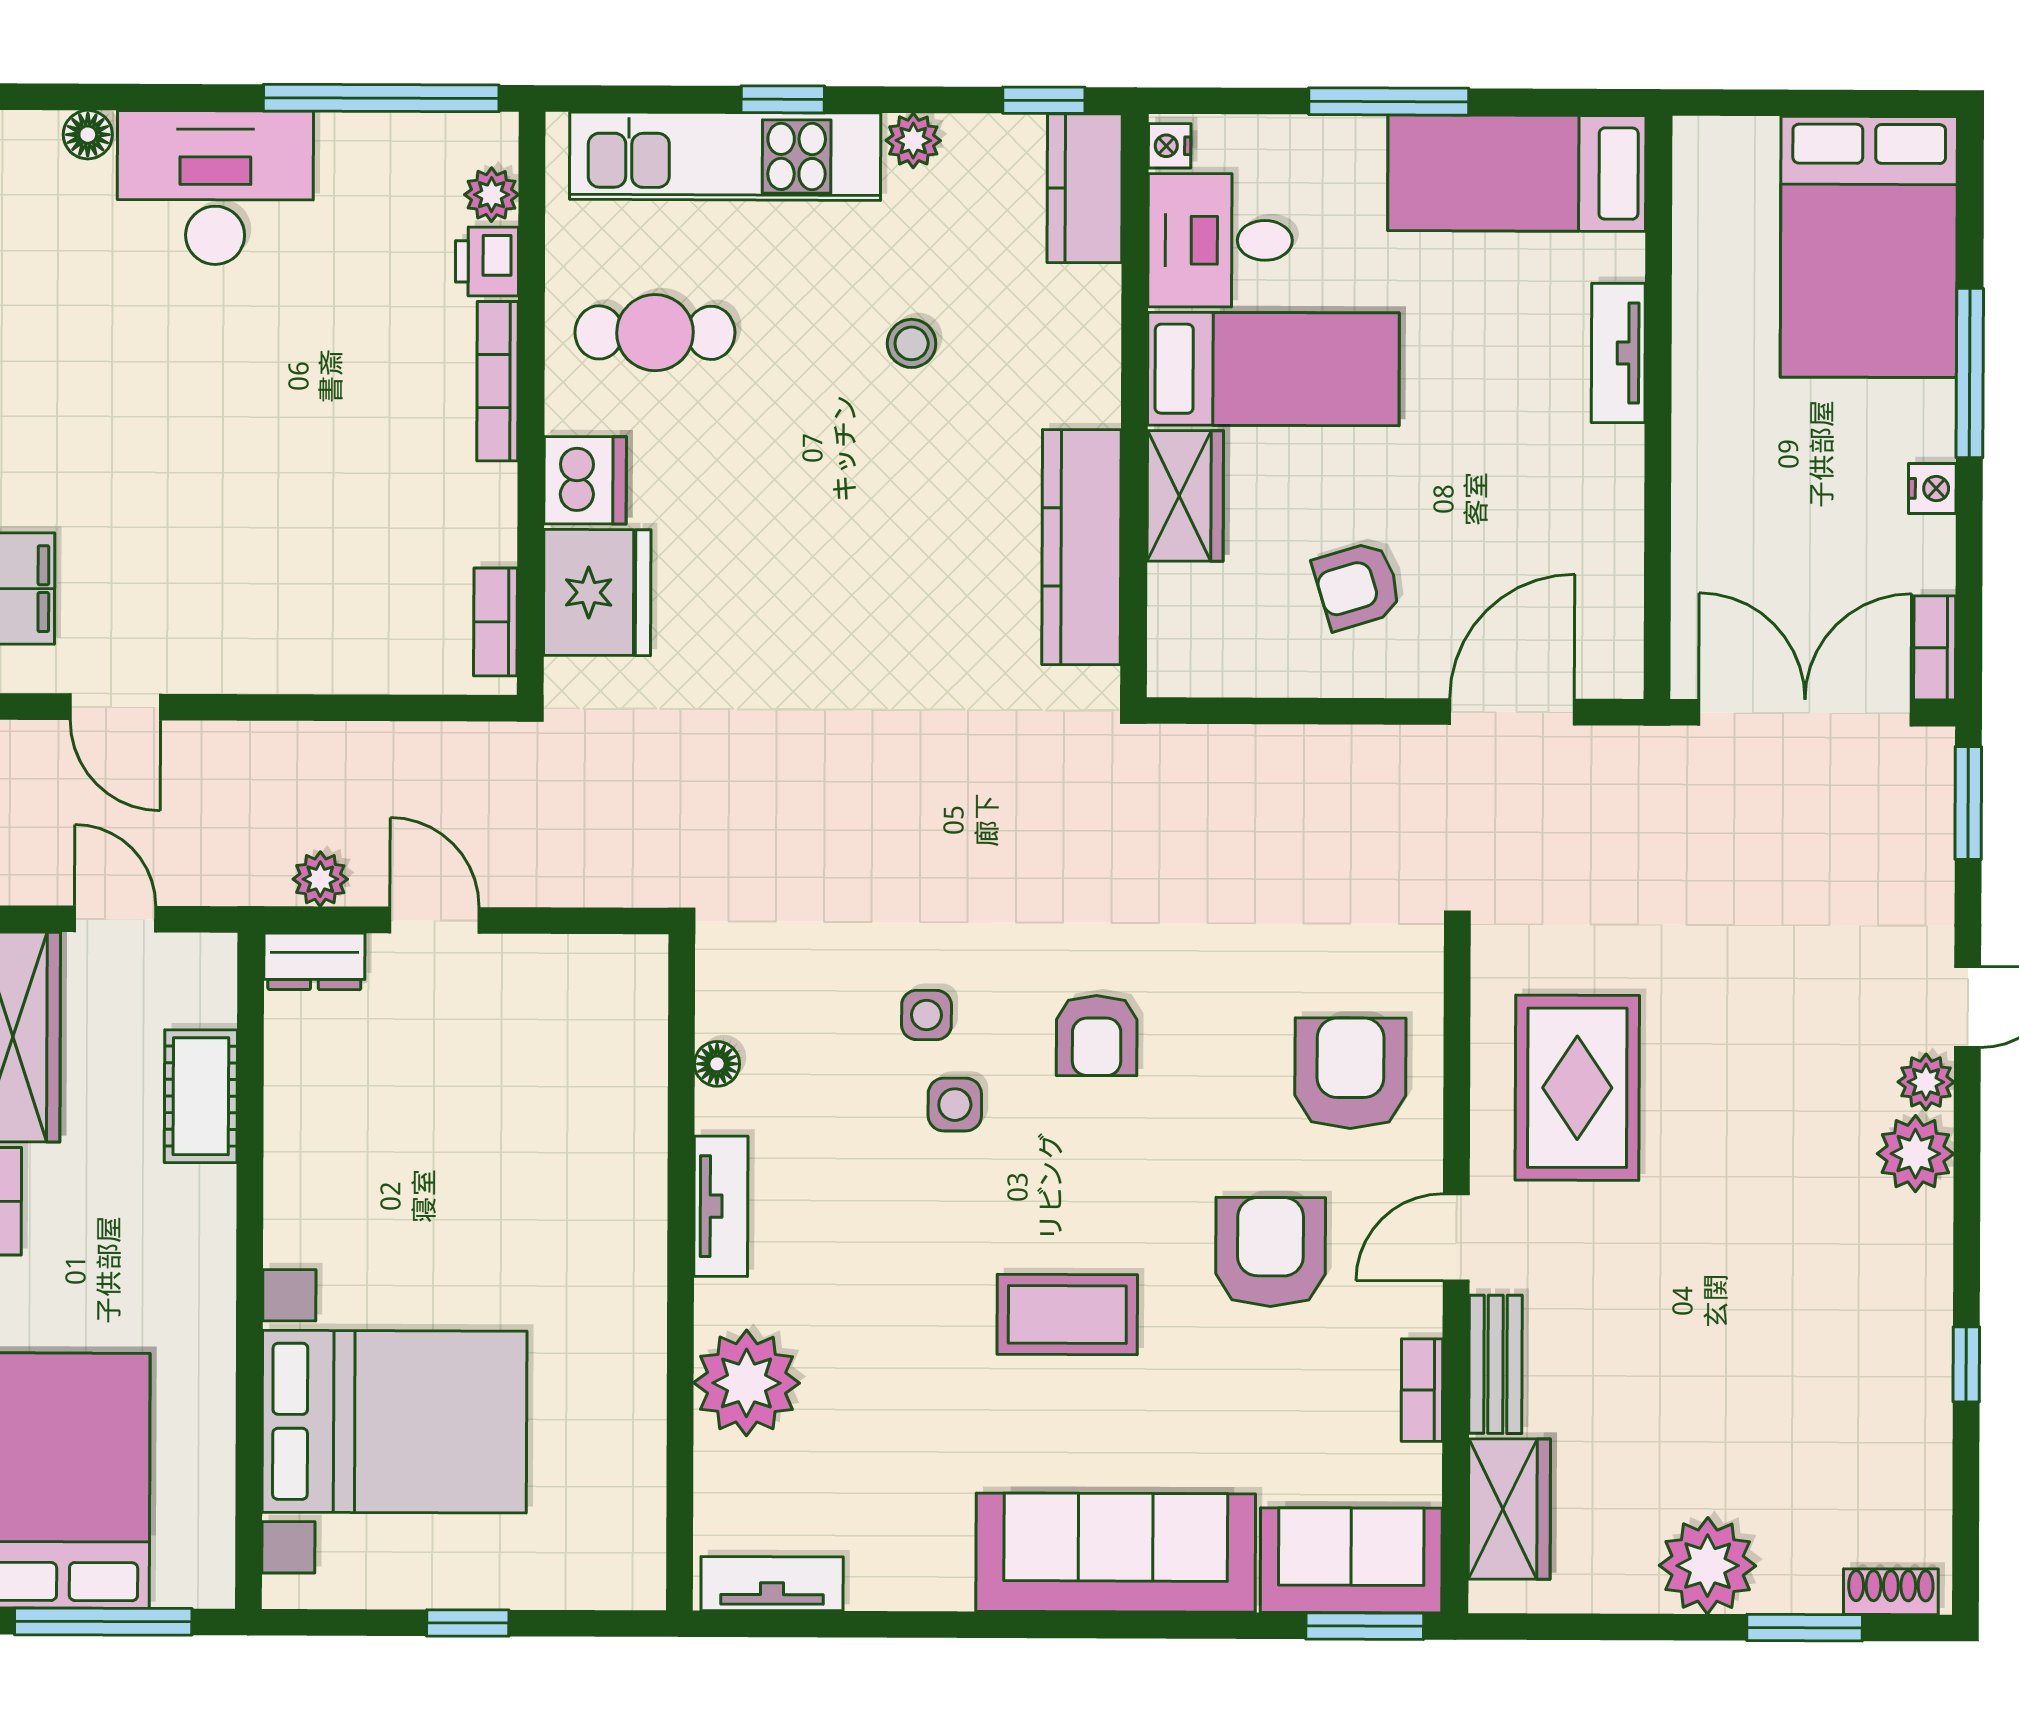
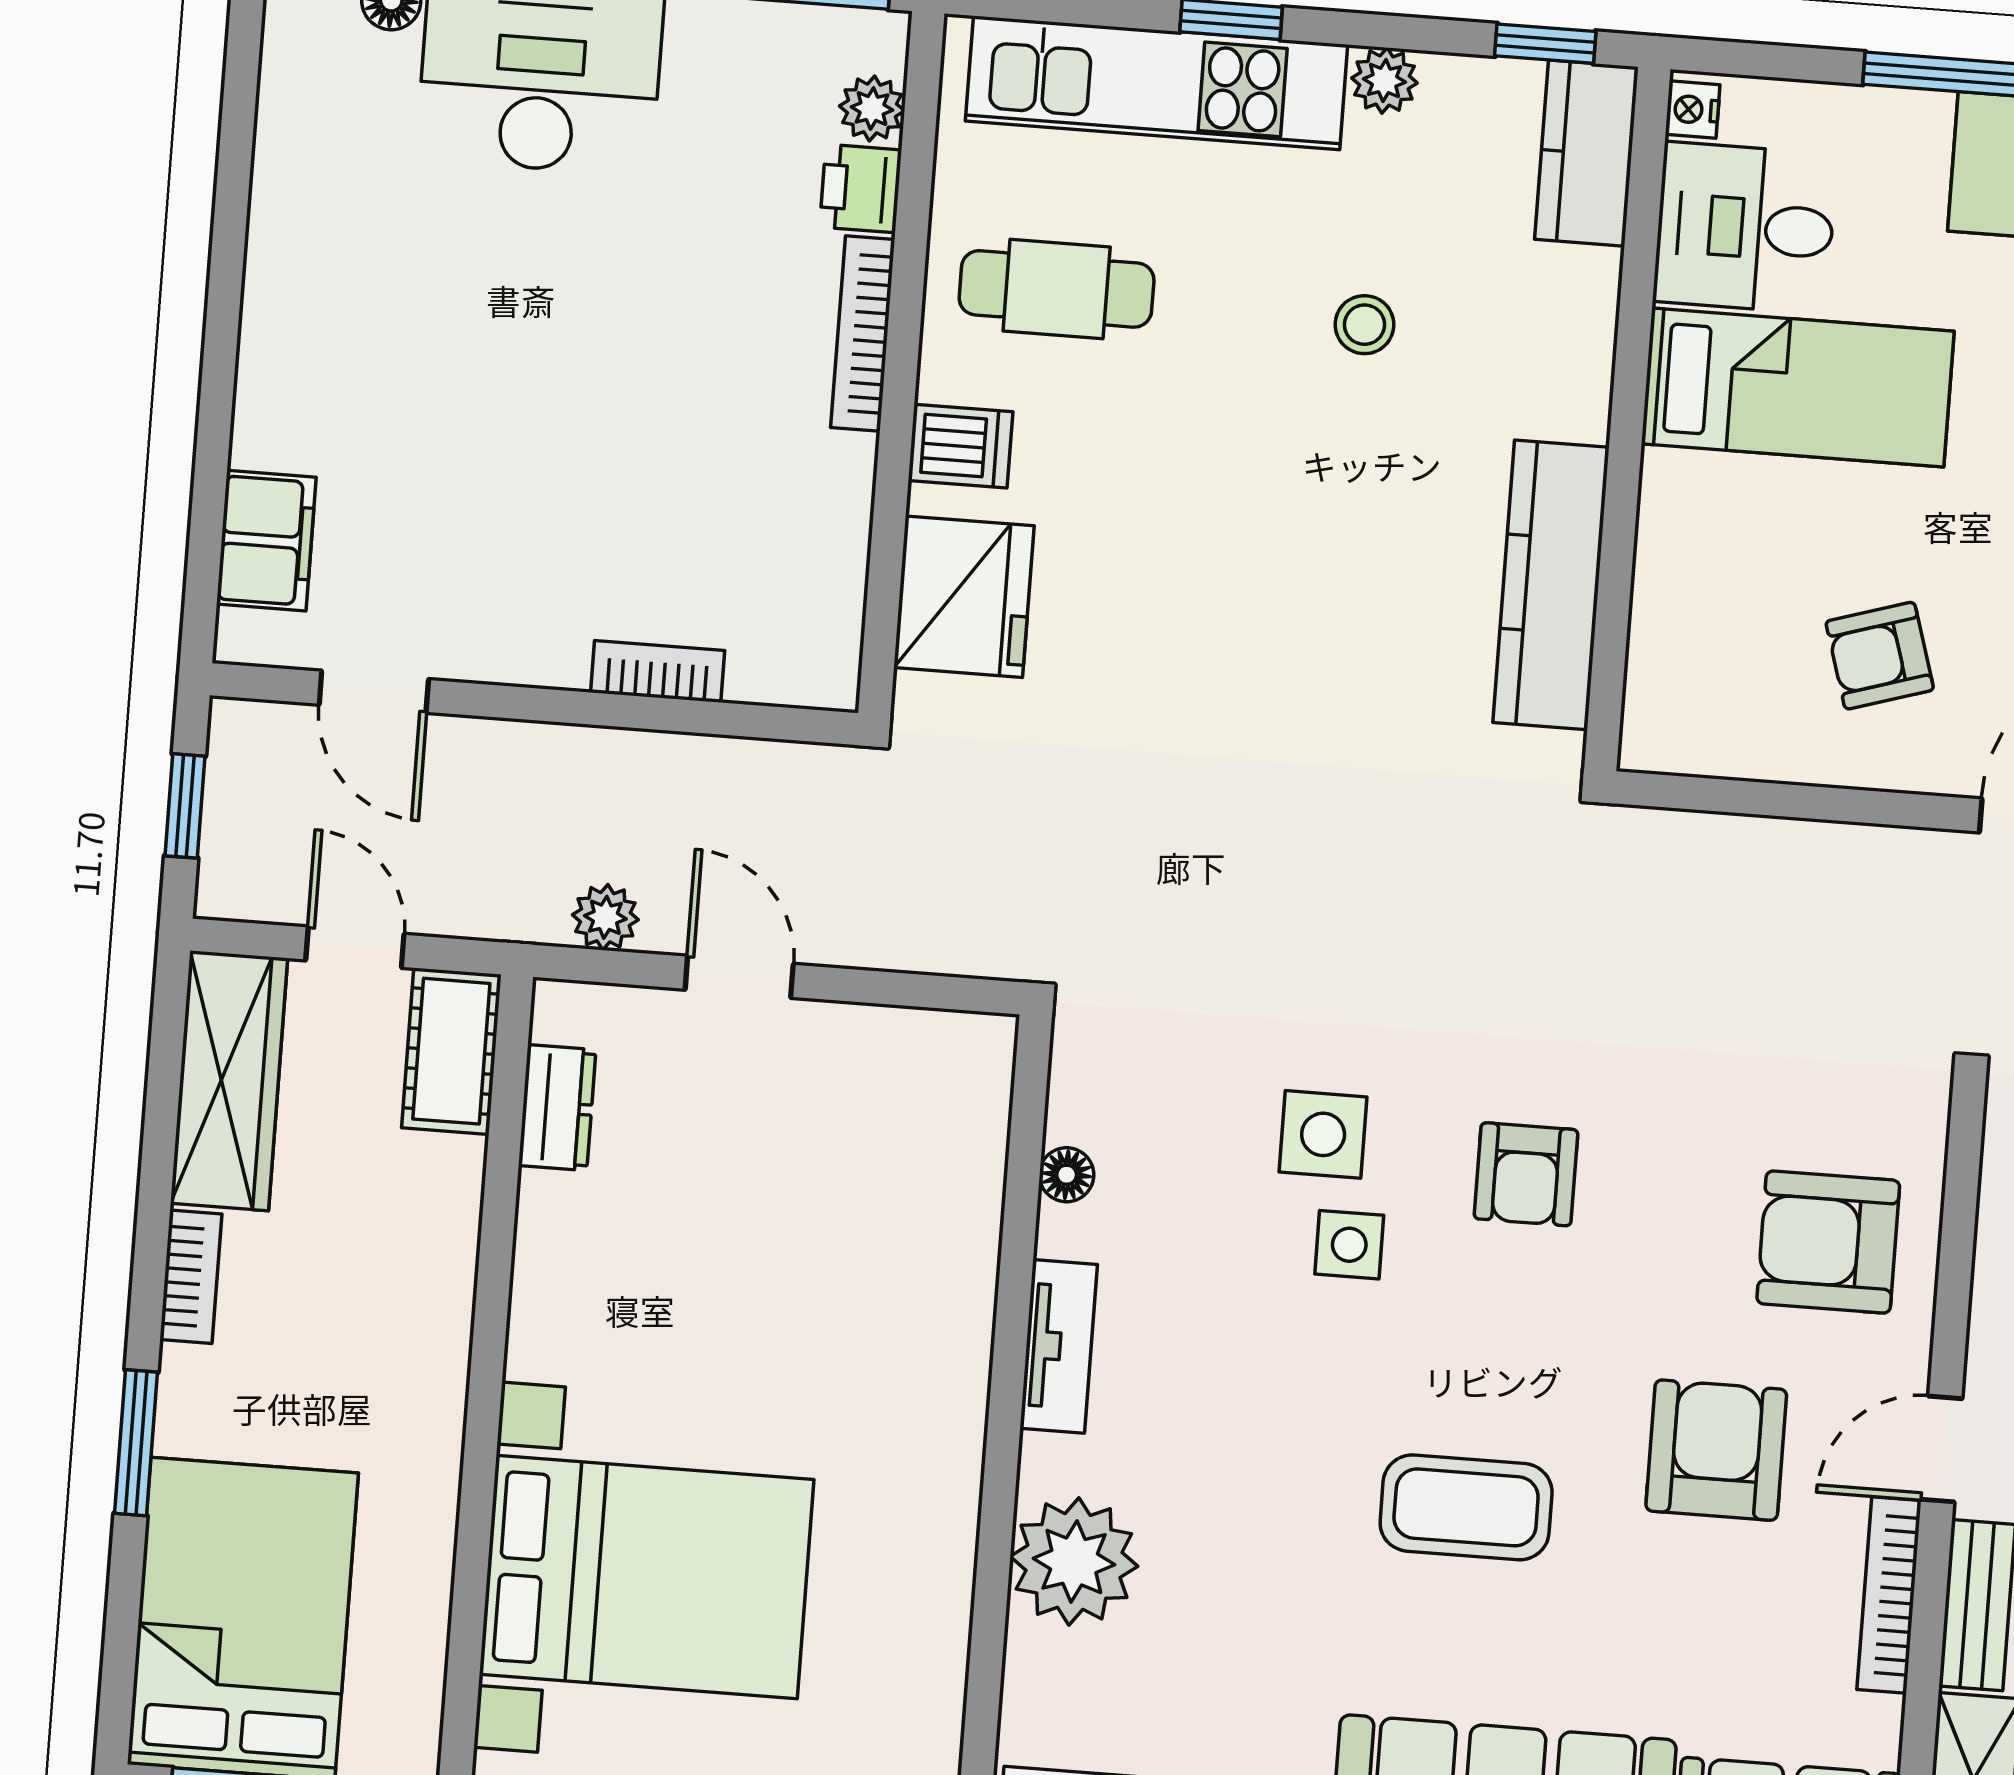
dishwasher: (585, 480) -> (961, 446), width x0.73
wardrobe: (1185, 496) -> (1680, 532), removed
bookcase: (495, 622) -> (658, 671), moved, turned 90
dresser: (314, 961) -> (557, 1108), moved, turned -90
side table: (926, 1015) -> (1323, 1134), width x1.37, depth x1.37
armchair: (1350, 1073) -> (1828, 1242), turned -90
cot: (201, 1096) -> (451, 1051), moved
bookcase: (1422, 1390) -> (1889, 1595), width x1.56

